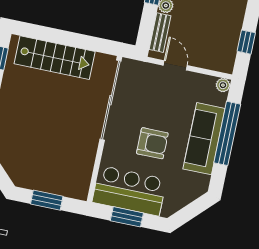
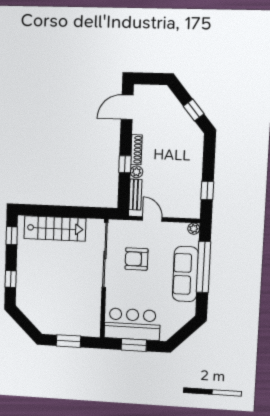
armchair: (152, 143) -> (136, 259), moved, turned 180

